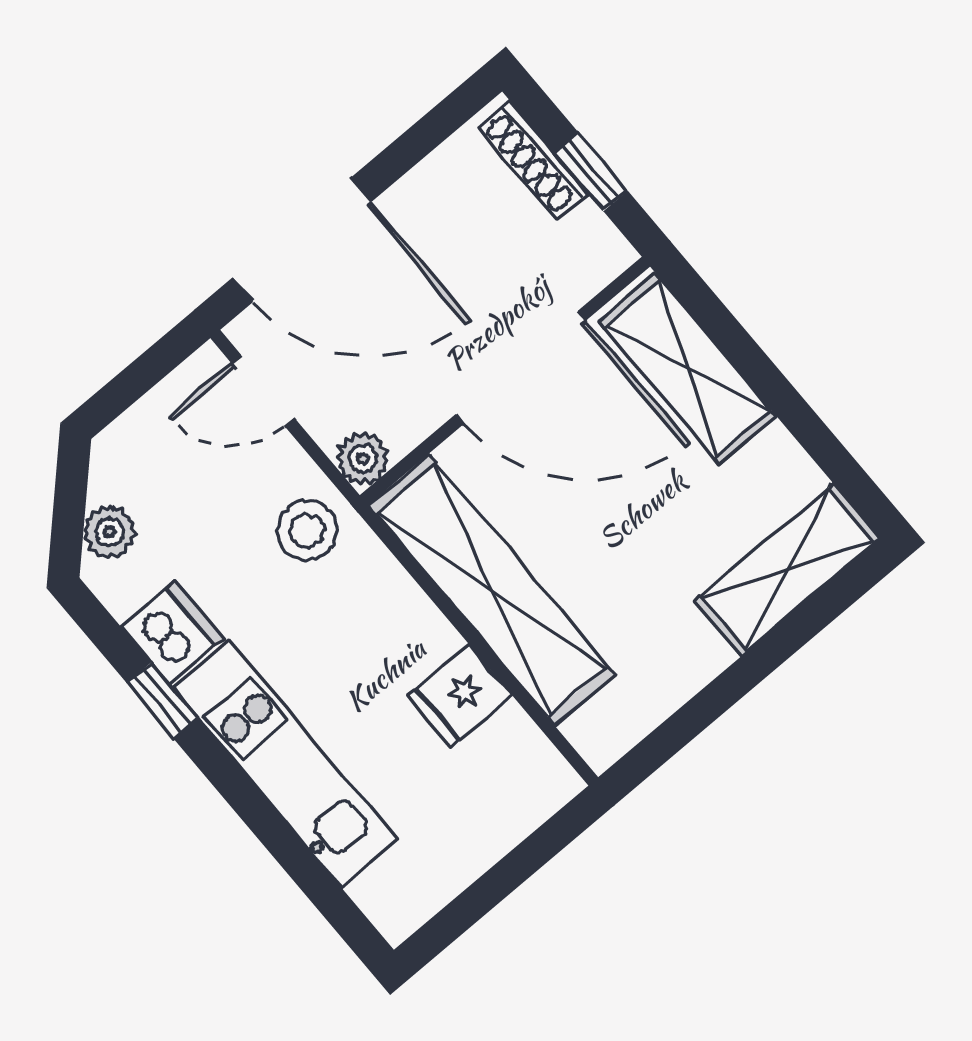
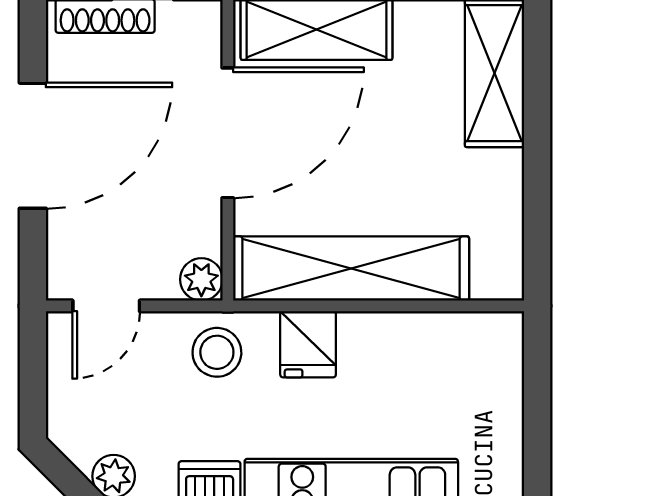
door: (302, 240) -> (33, 146), moved
fridge: (460, 696) -> (308, 344), moved

